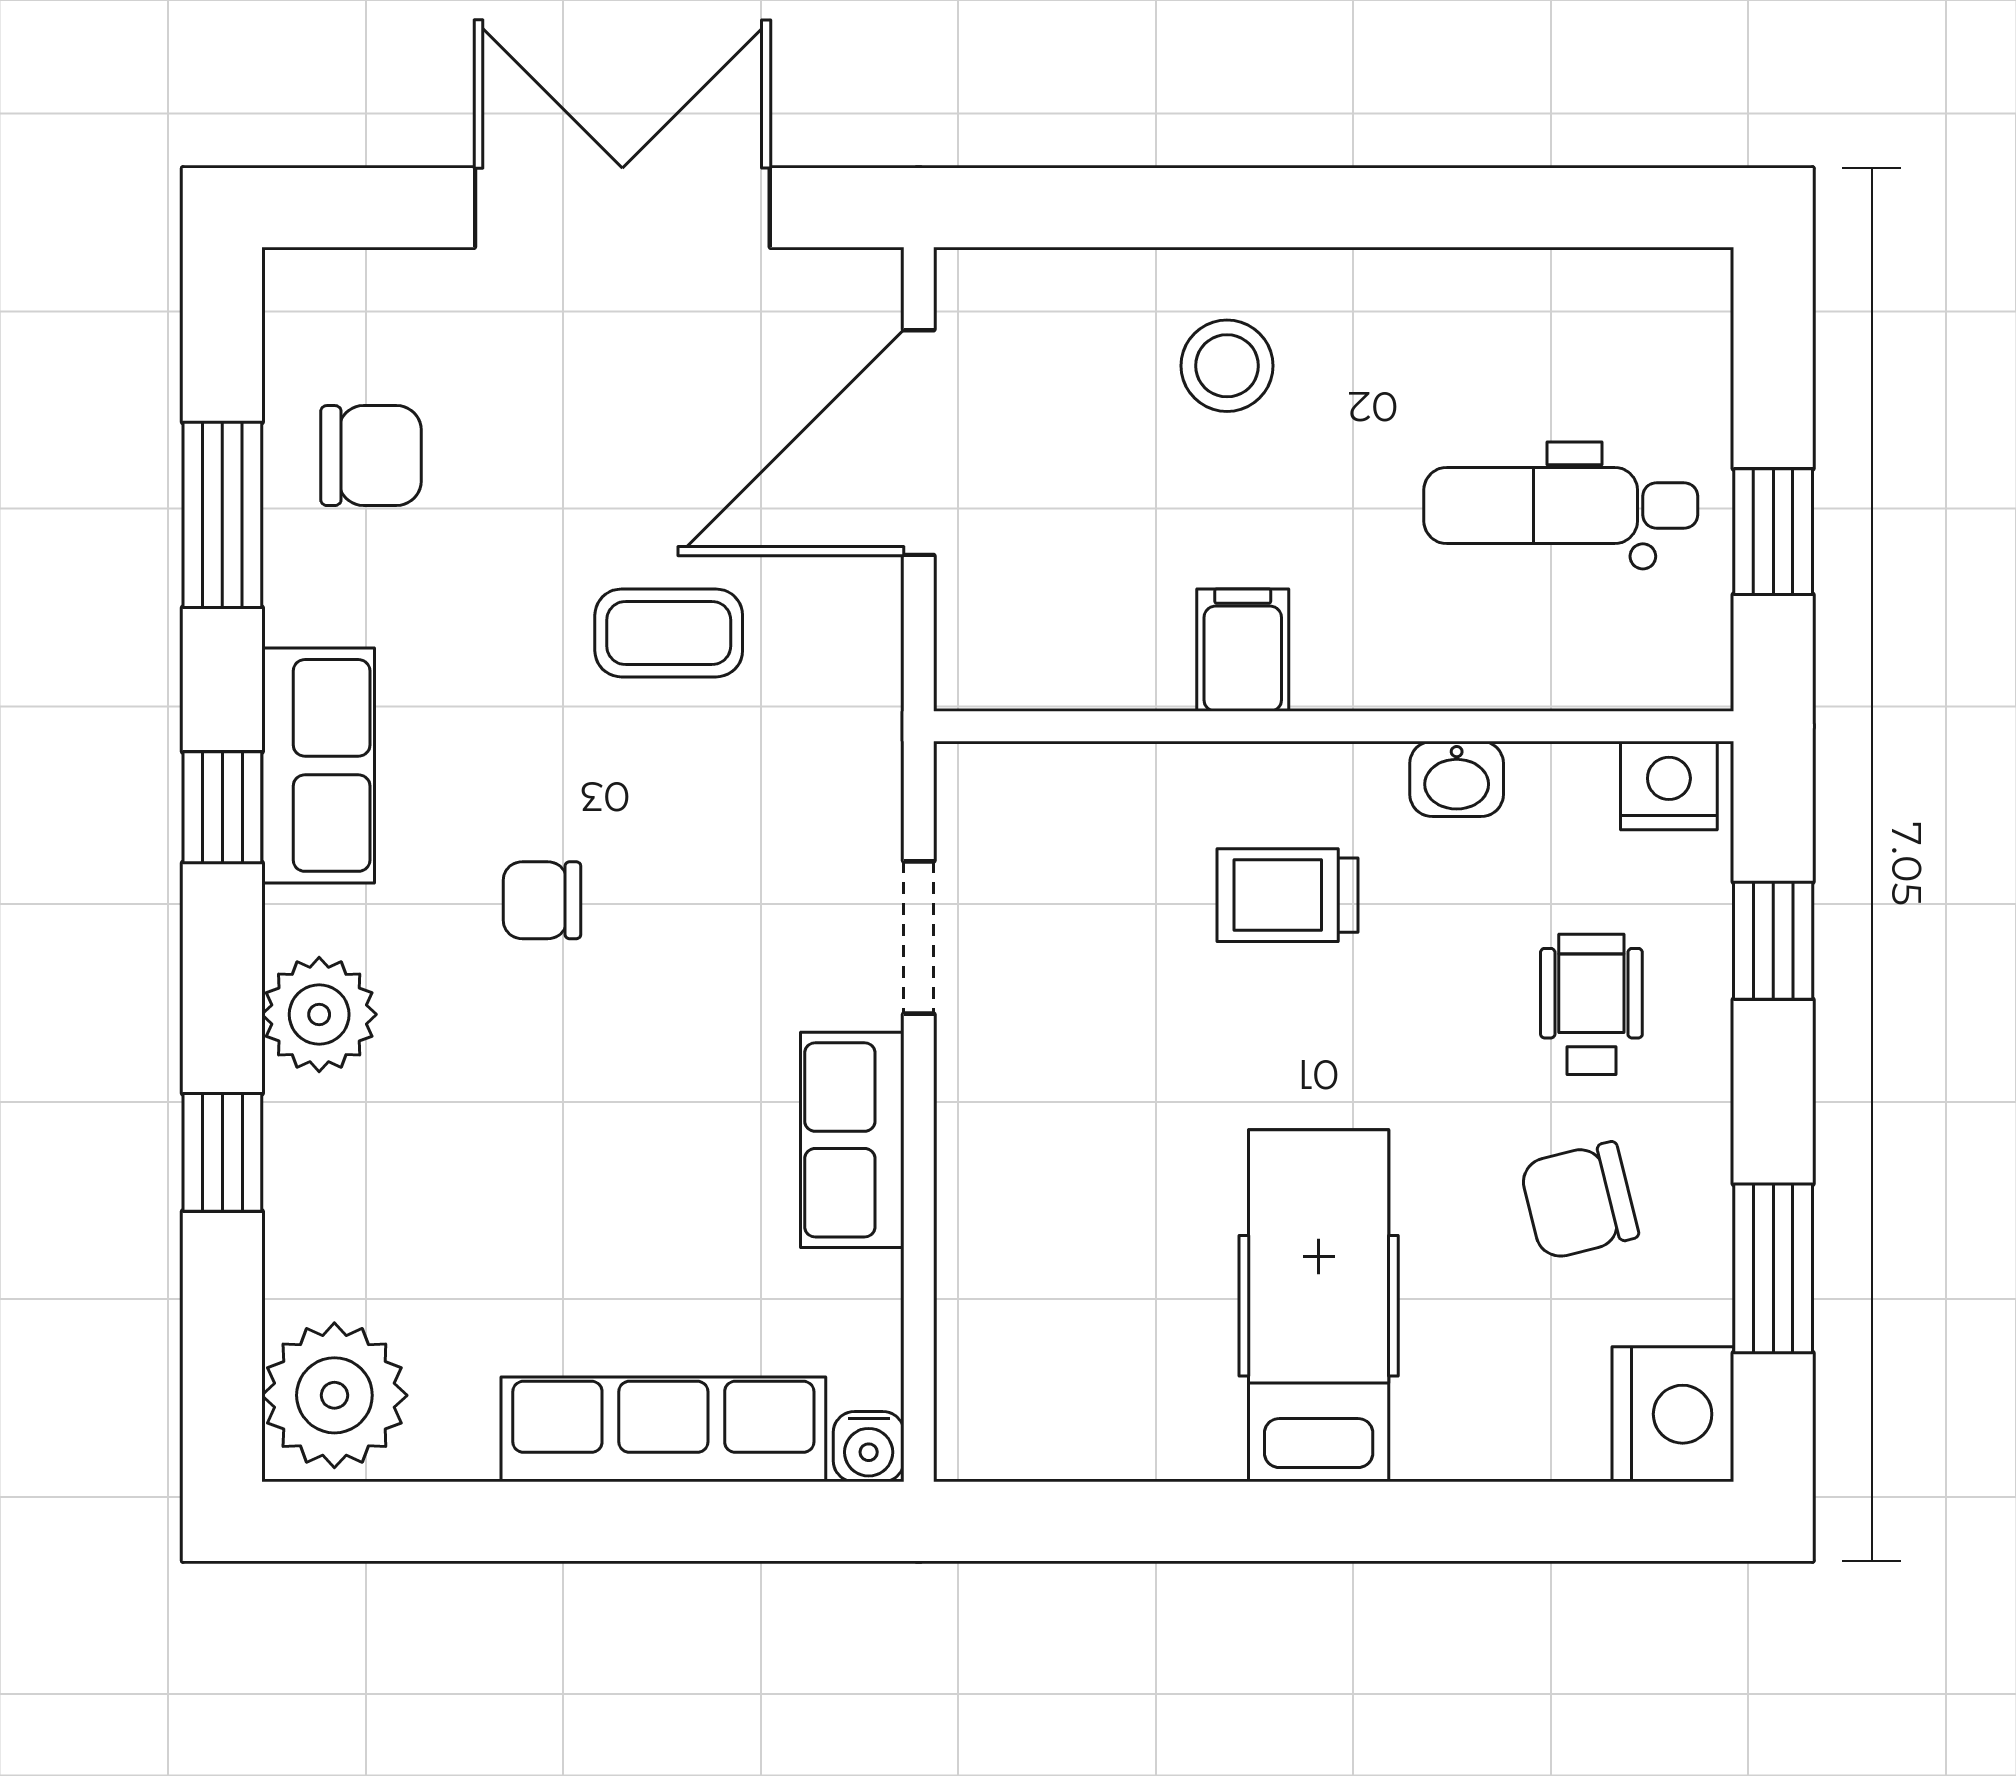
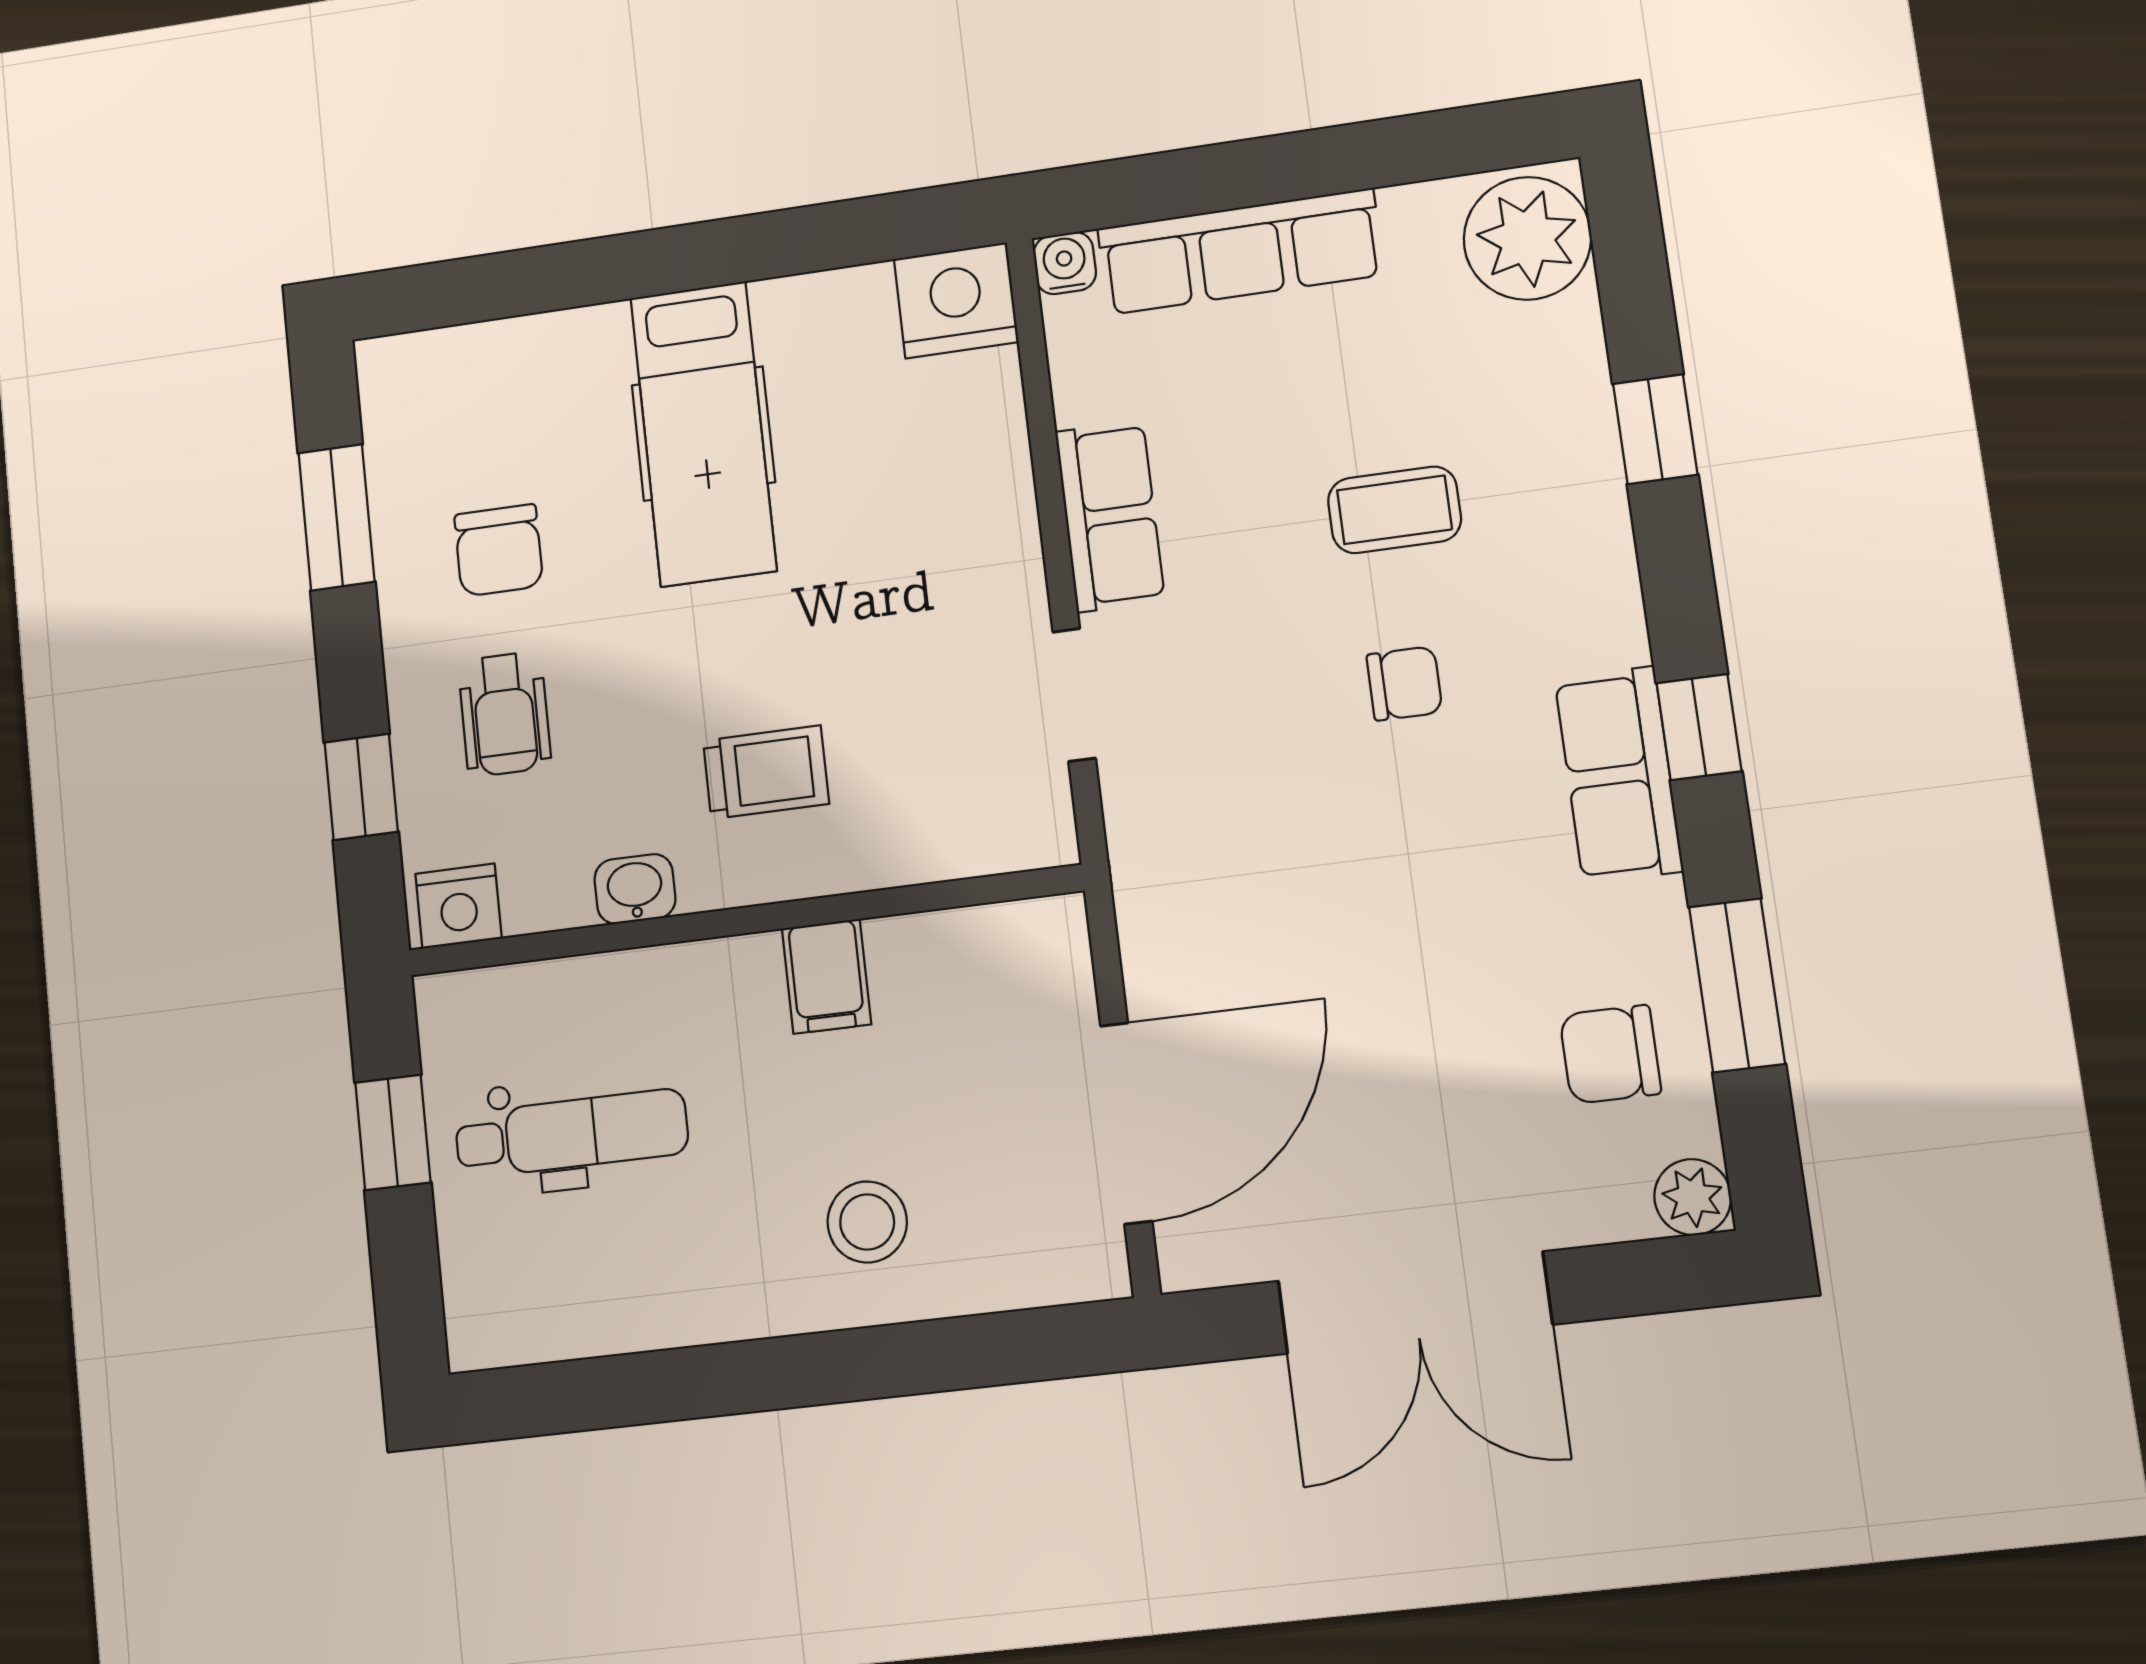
coffee table: (669, 633) -> (1394, 510), moved
plant: (319, 1014) -> (1693, 1197), moved, width x0.73, depth x0.73
chair: (1579, 1201) -> (499, 550), turned 104
nightstand: (1673, 1414) -> (956, 300), moved, turned 90

